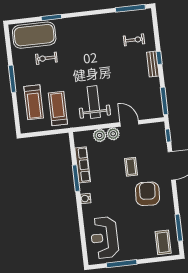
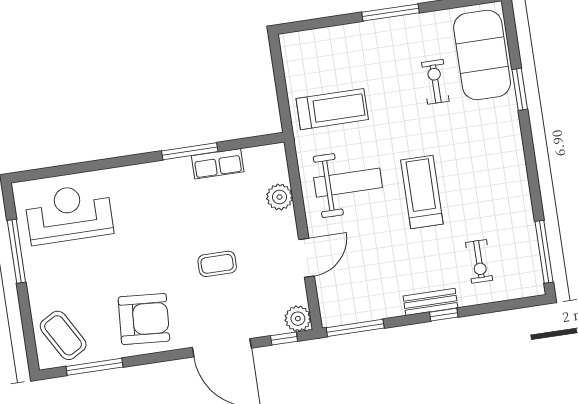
treadmill: (34, 102) -> (422, 192), moved, turned 90
plant: (113, 134) -> (298, 319), moved
row of seats: (83, 165) -> (218, 164), width x0.68
armchair: (147, 194) -> (144, 319), moved
water cooler: (86, 198) -> (148, 172), removed
coffee table: (163, 242) -> (63, 335), turned 60

